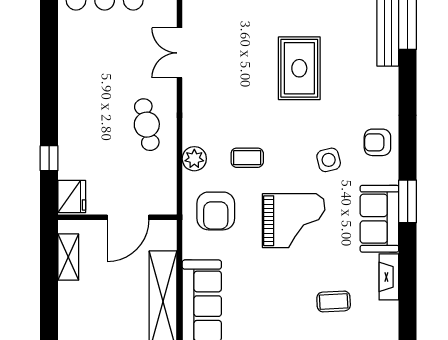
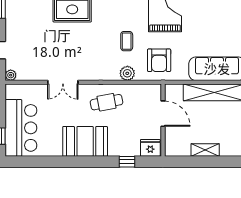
booth: (82, 89) -> (85, 141), added
armchair: (216, 211) -> (159, 60), turned 90
shelving: (68, 257) -> (205, 150), moved

